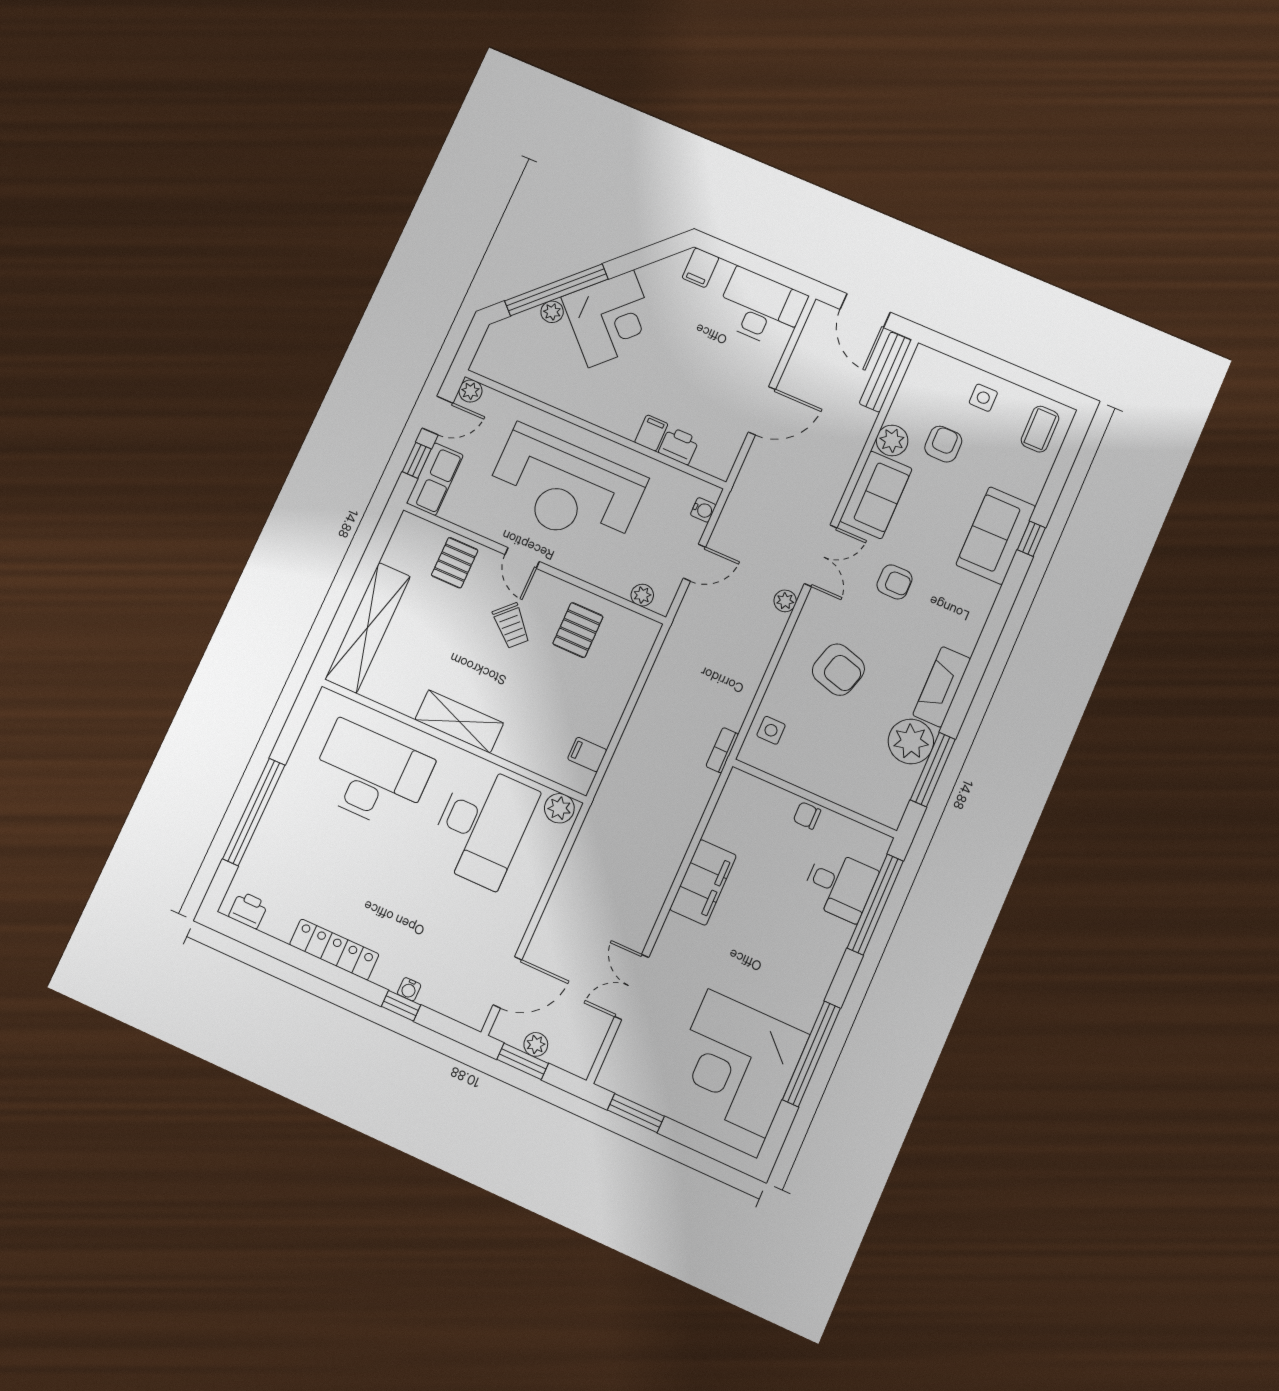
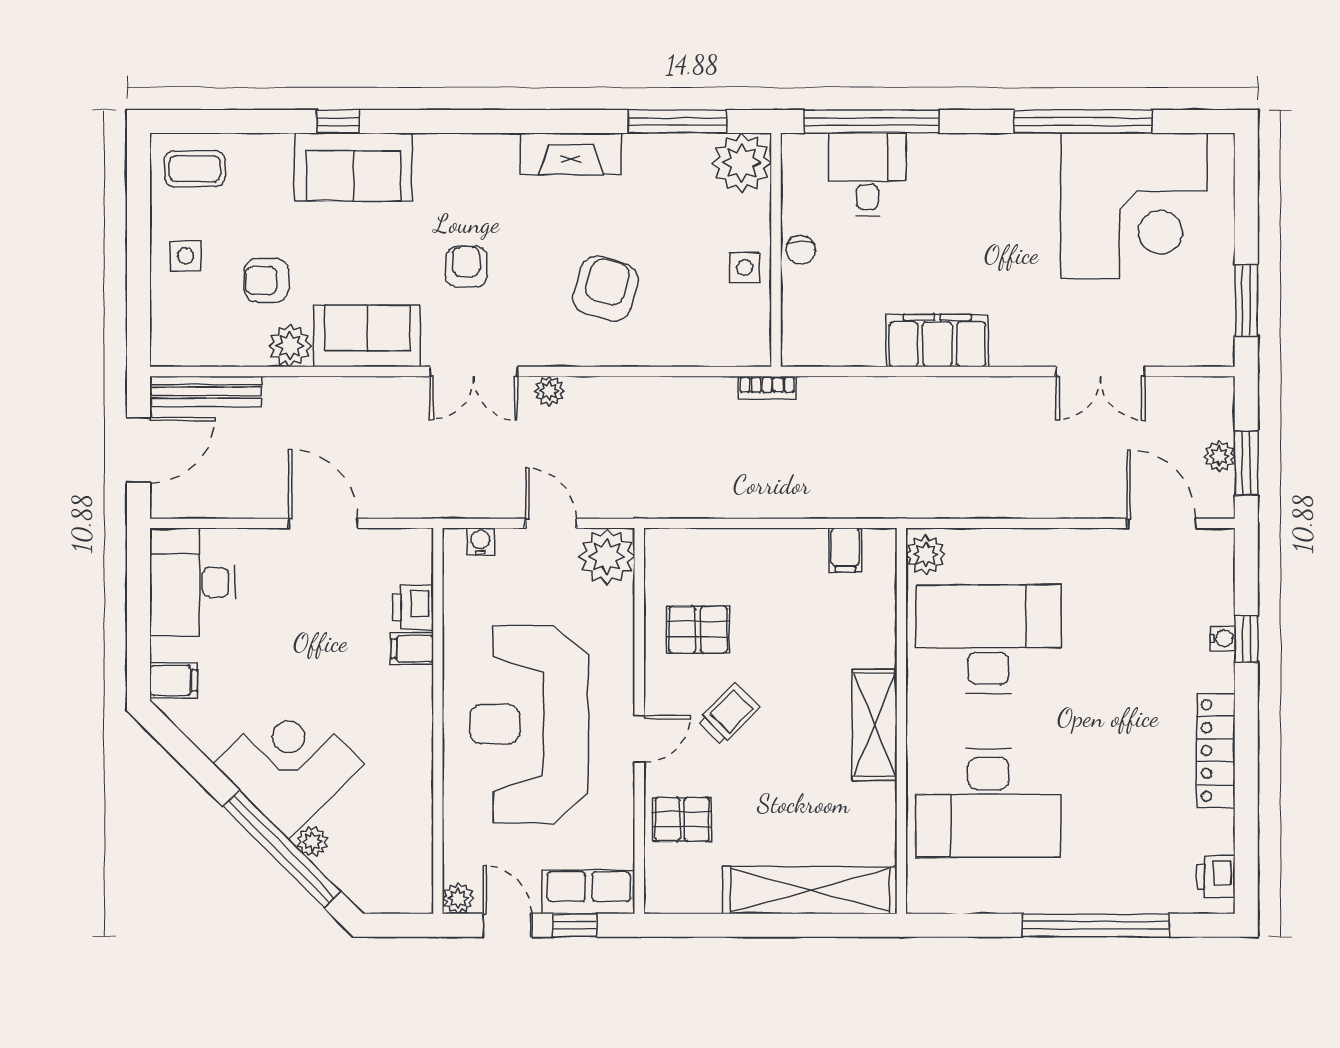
reception desk: (565, 489) -> (529, 724), turned 180
double door: (821, 556) -> (474, 371), swing flipped
plant: (642, 595) -> (607, 557), width x1.88, depth x1.88
side table: (771, 730) -> (745, 268), moved
plant: (911, 741) -> (742, 163), moved
desk: (371, 775) -> (988, 803), turned -90

